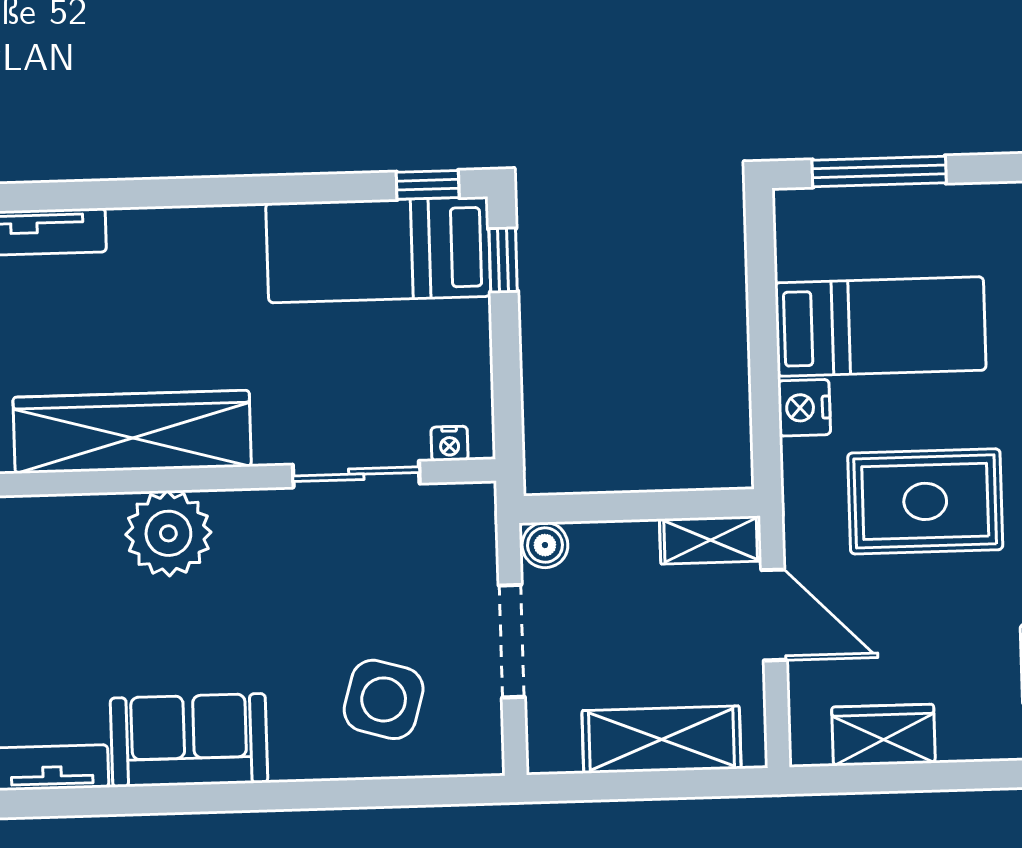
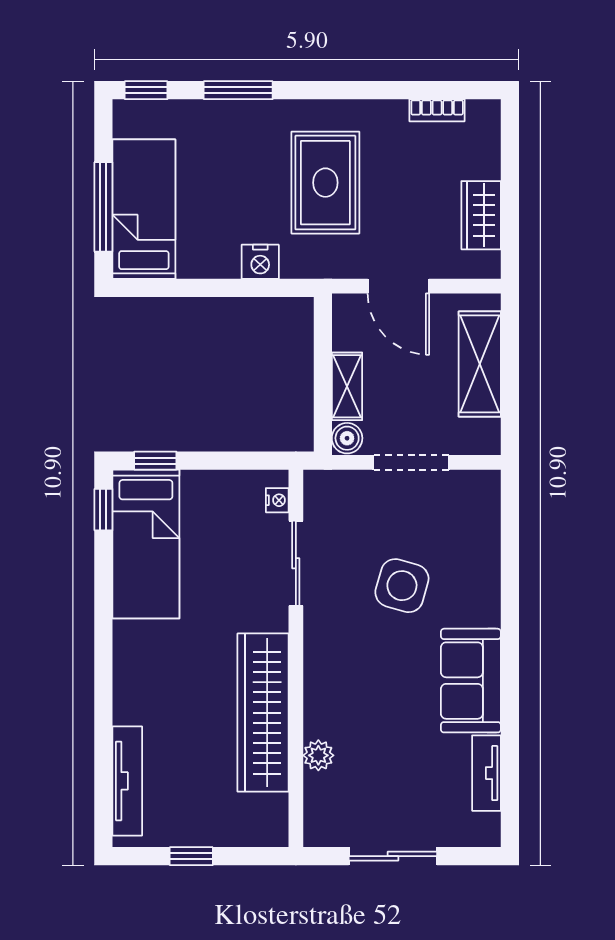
bed: (880, 326) -> (144, 209), moved
plant: (168, 533) -> (318, 755), moved, width x0.53, depth x0.53
shelving: (711, 540) -> (347, 386), moved
door: (774, 615) -> (398, 286), swing flipped
side table: (384, 699) -> (402, 586), moved

